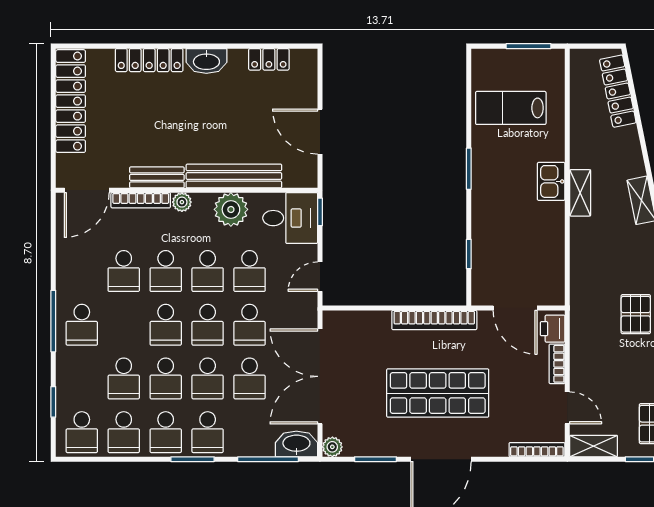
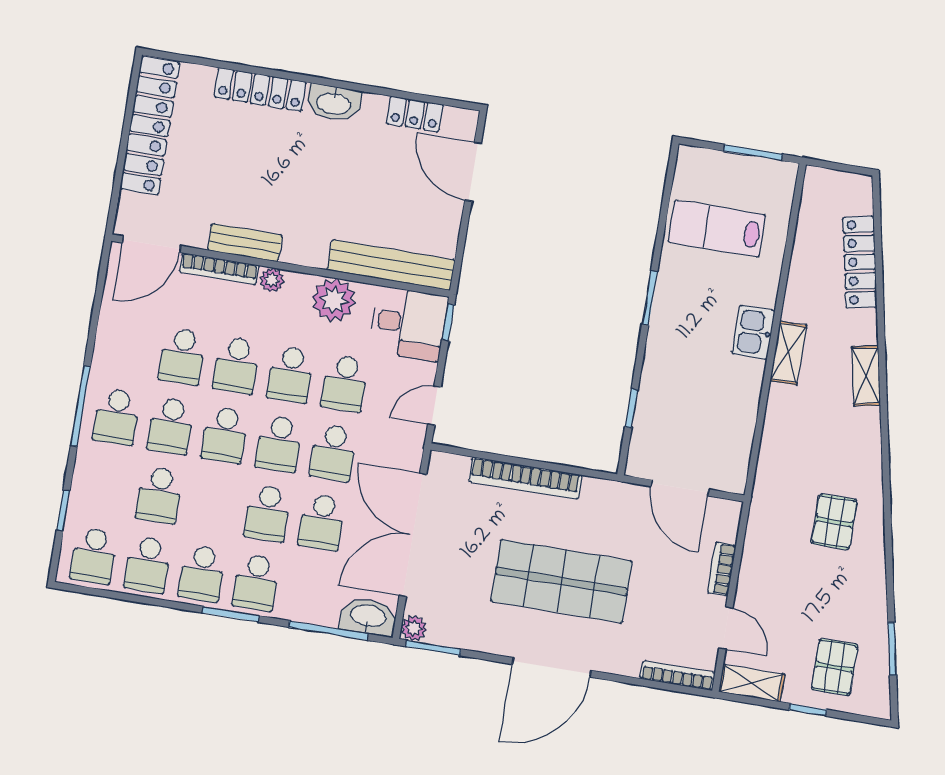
locker: (618, 91) -> (860, 262), moved
door: (320, 132) -> (473, 172), moved
bench: (234, 176) -> (391, 265), moved
bookcase: (434, 320) -> (525, 478), moved
printer: (553, 329) -> (724, 523), removed
school desk: (166, 378) -> (171, 426), moved
window: (376, 459) -> (433, 648), moved

